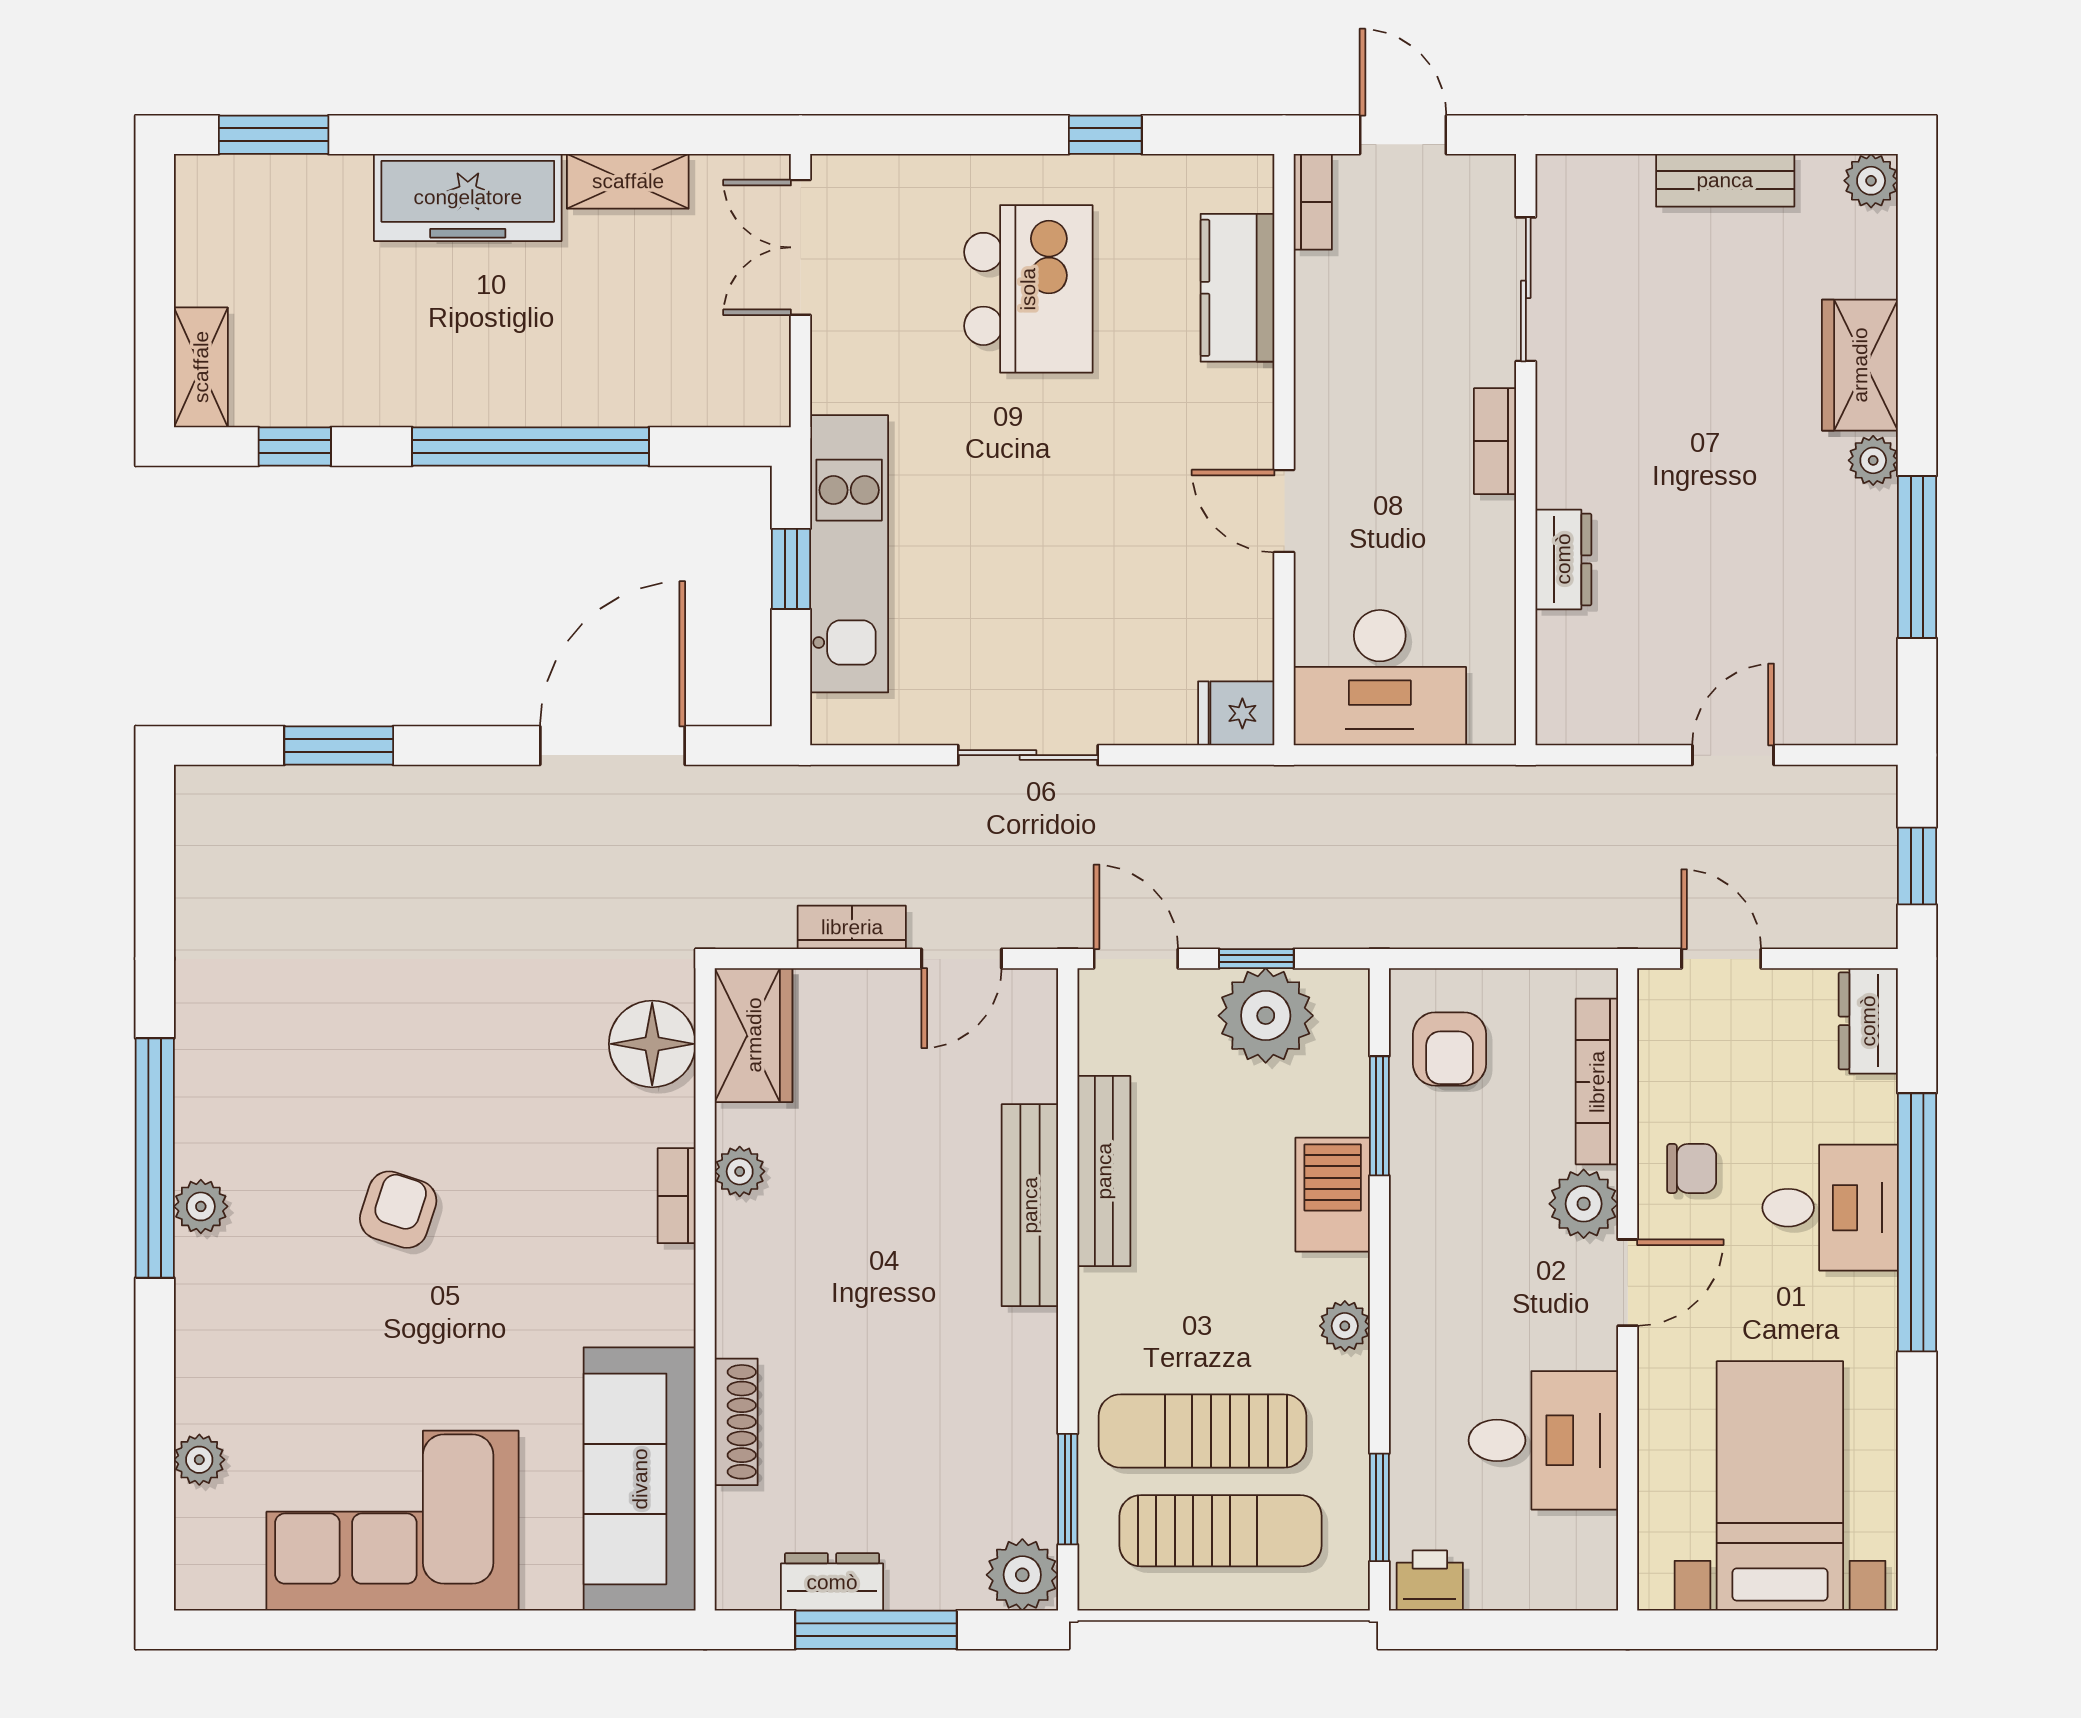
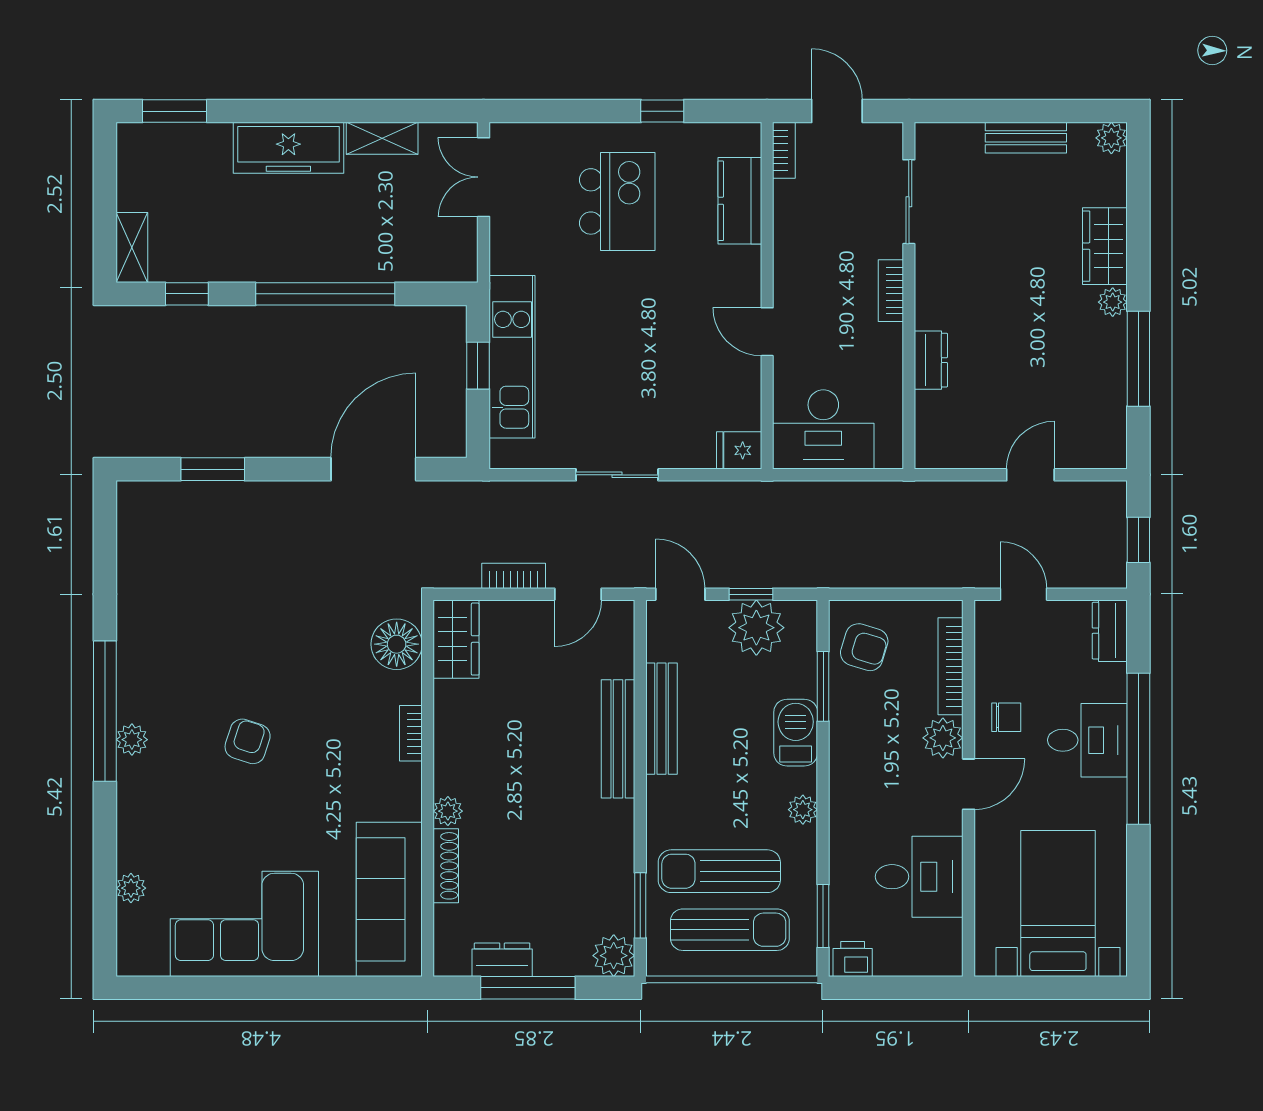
armchair: (1450, 1049) -> (864, 647), turned -73
plant: (740, 1171) -> (448, 811), moved

